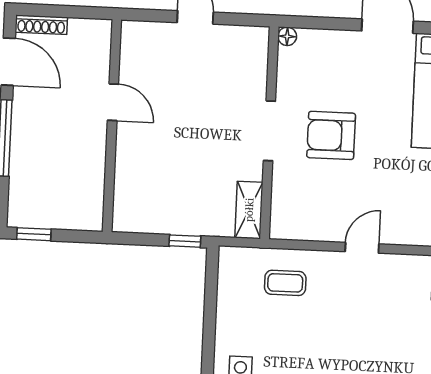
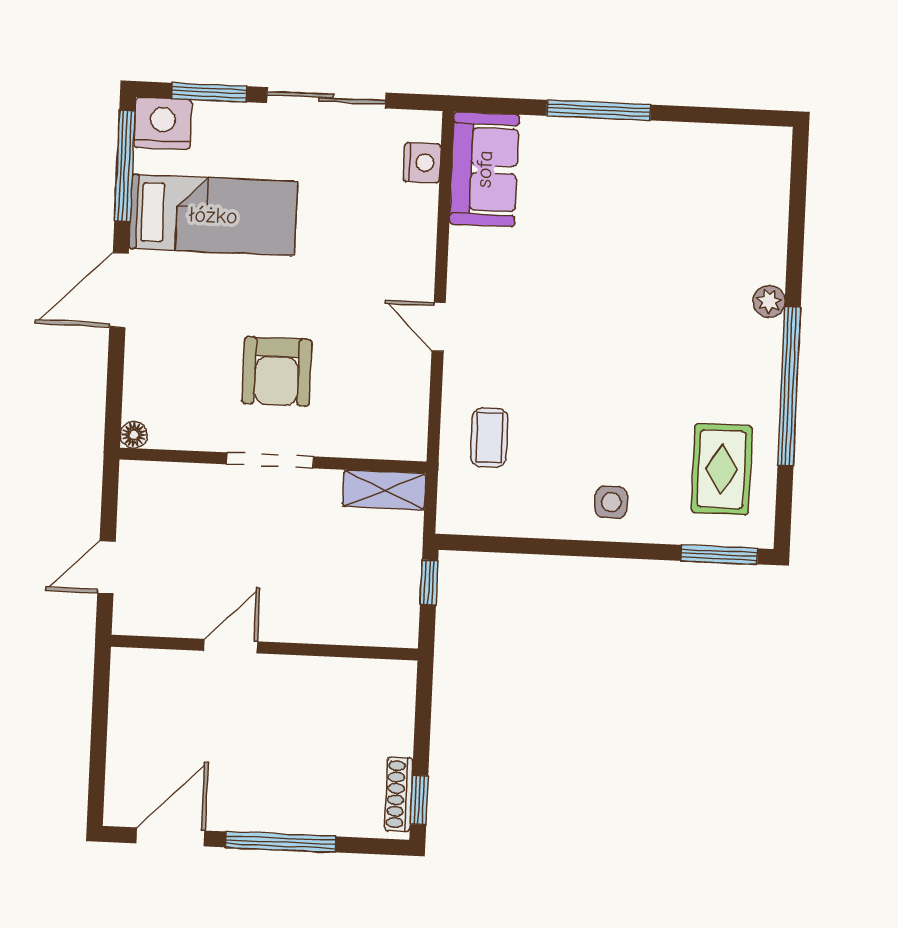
shoe rack: (41, 25) -> (399, 794), moved, turned 180
door: (113, 102) -> (231, 646), moved
wall: (112, 126) -> (264, 648), moved

